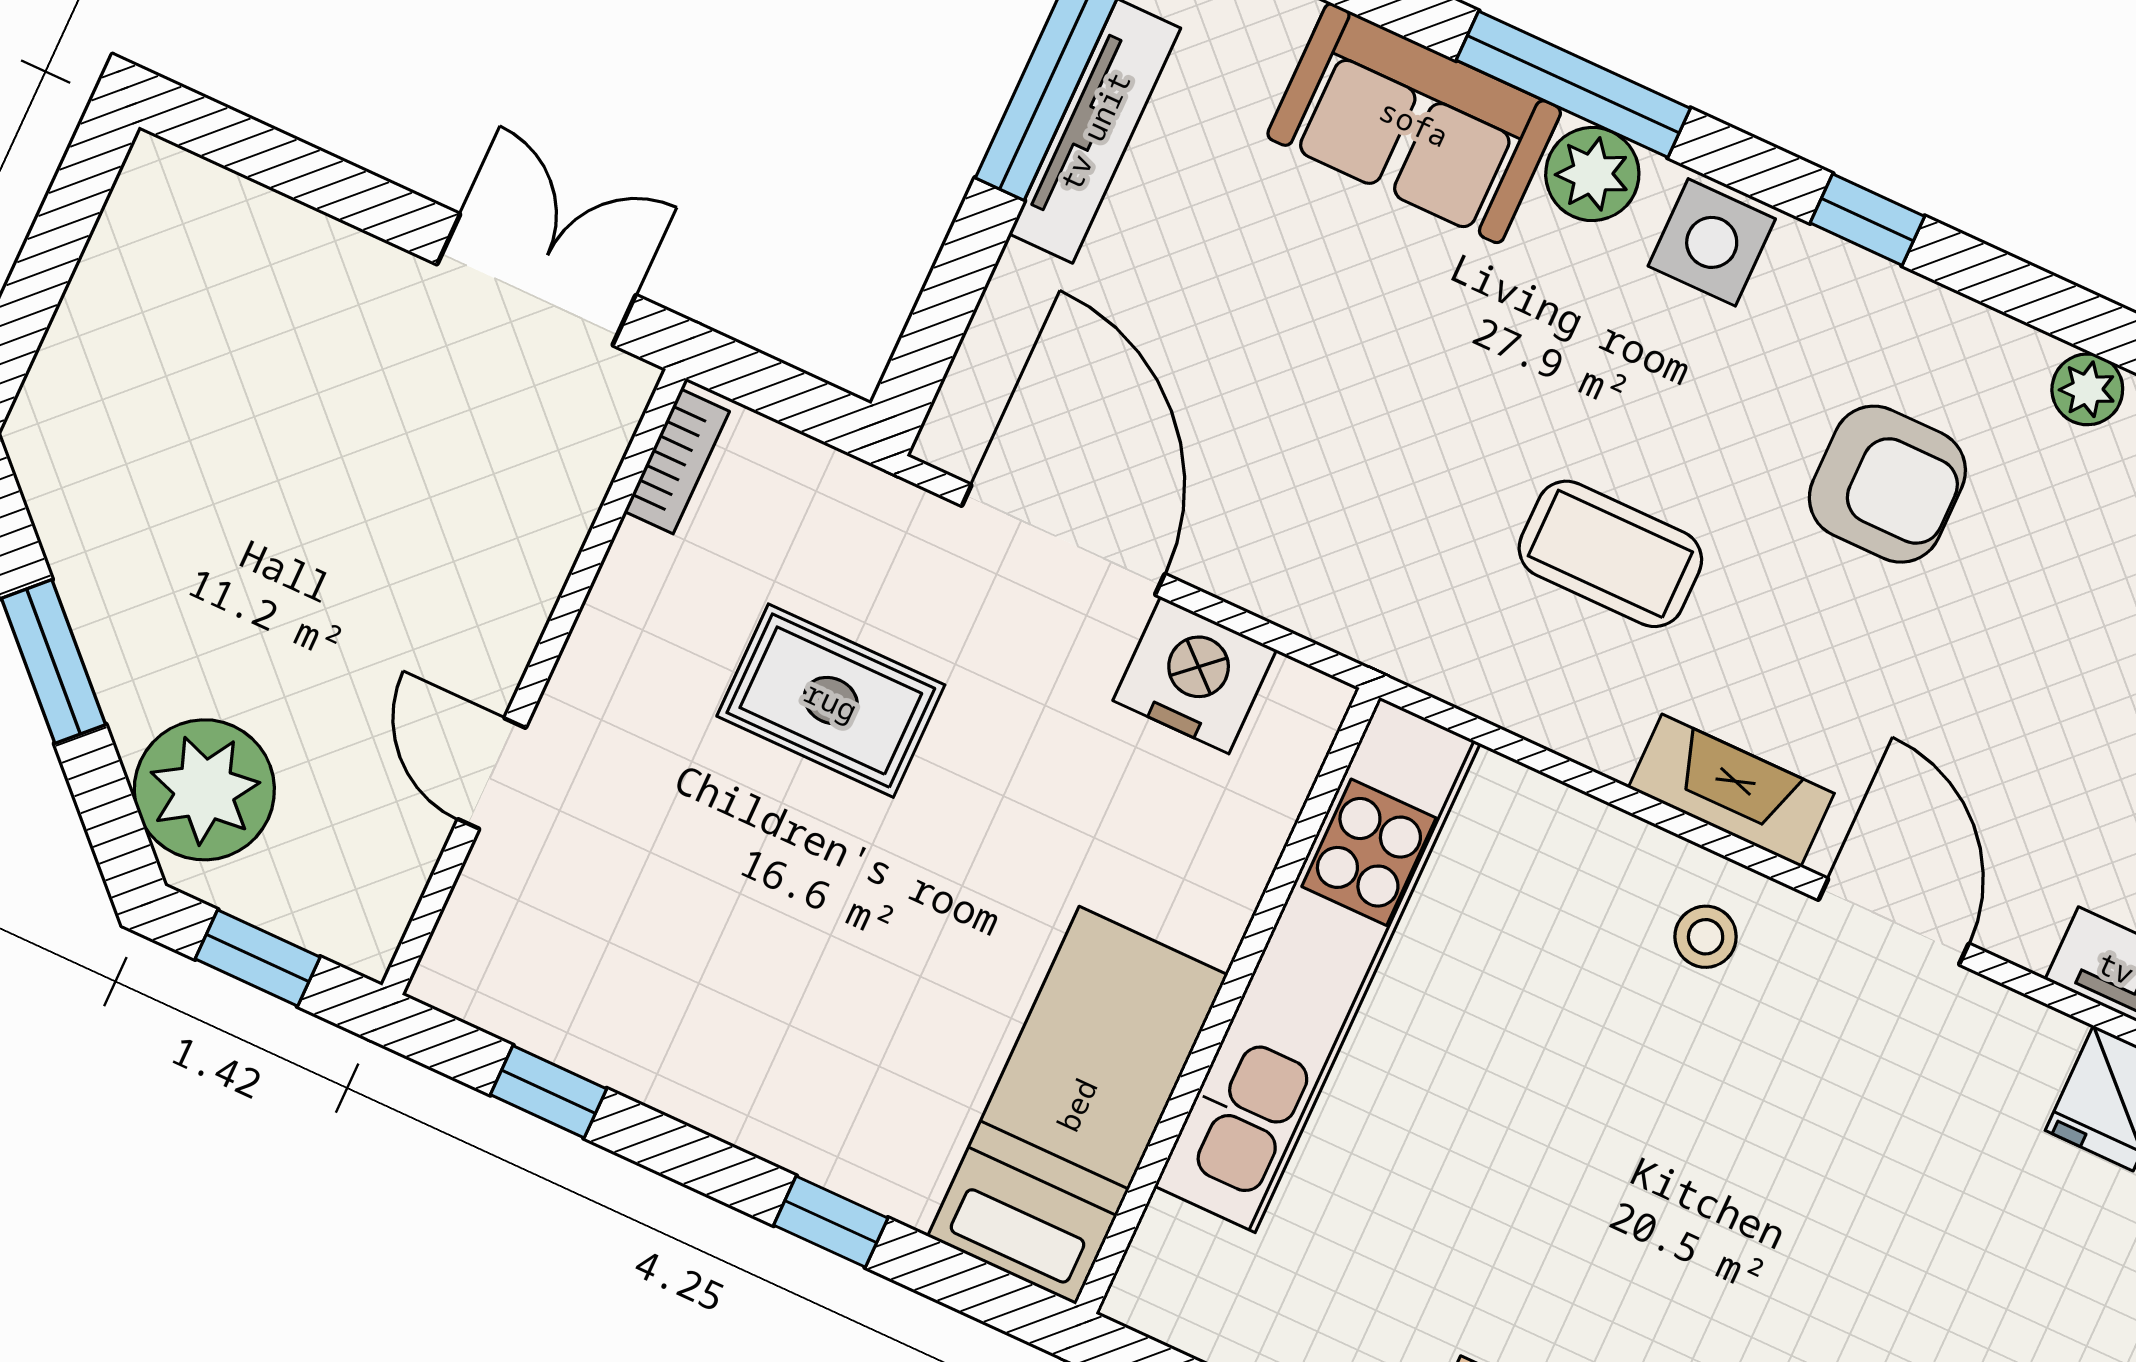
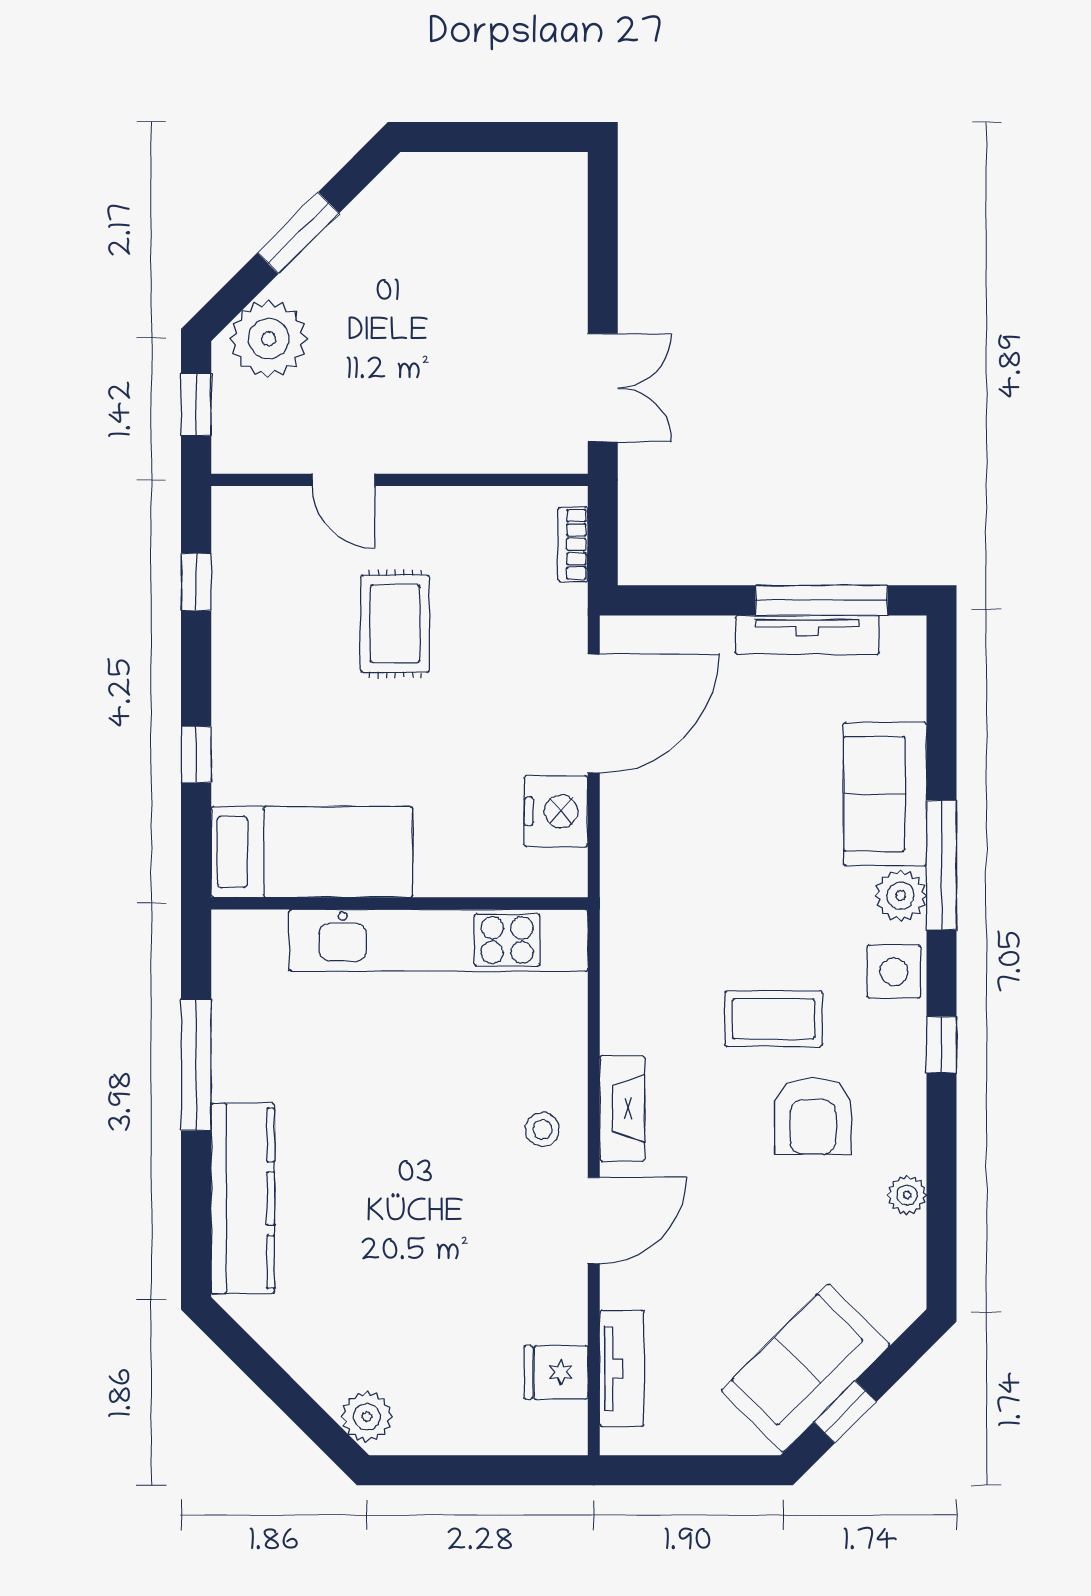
bookcase: (677, 461) -> (573, 544), moved, turned 90
coffee table: (1610, 554) -> (774, 1019), moved, turned 90
rug: (831, 701) -> (395, 624), moved
door: (492, 774) -> (343, 480), swing flipped

